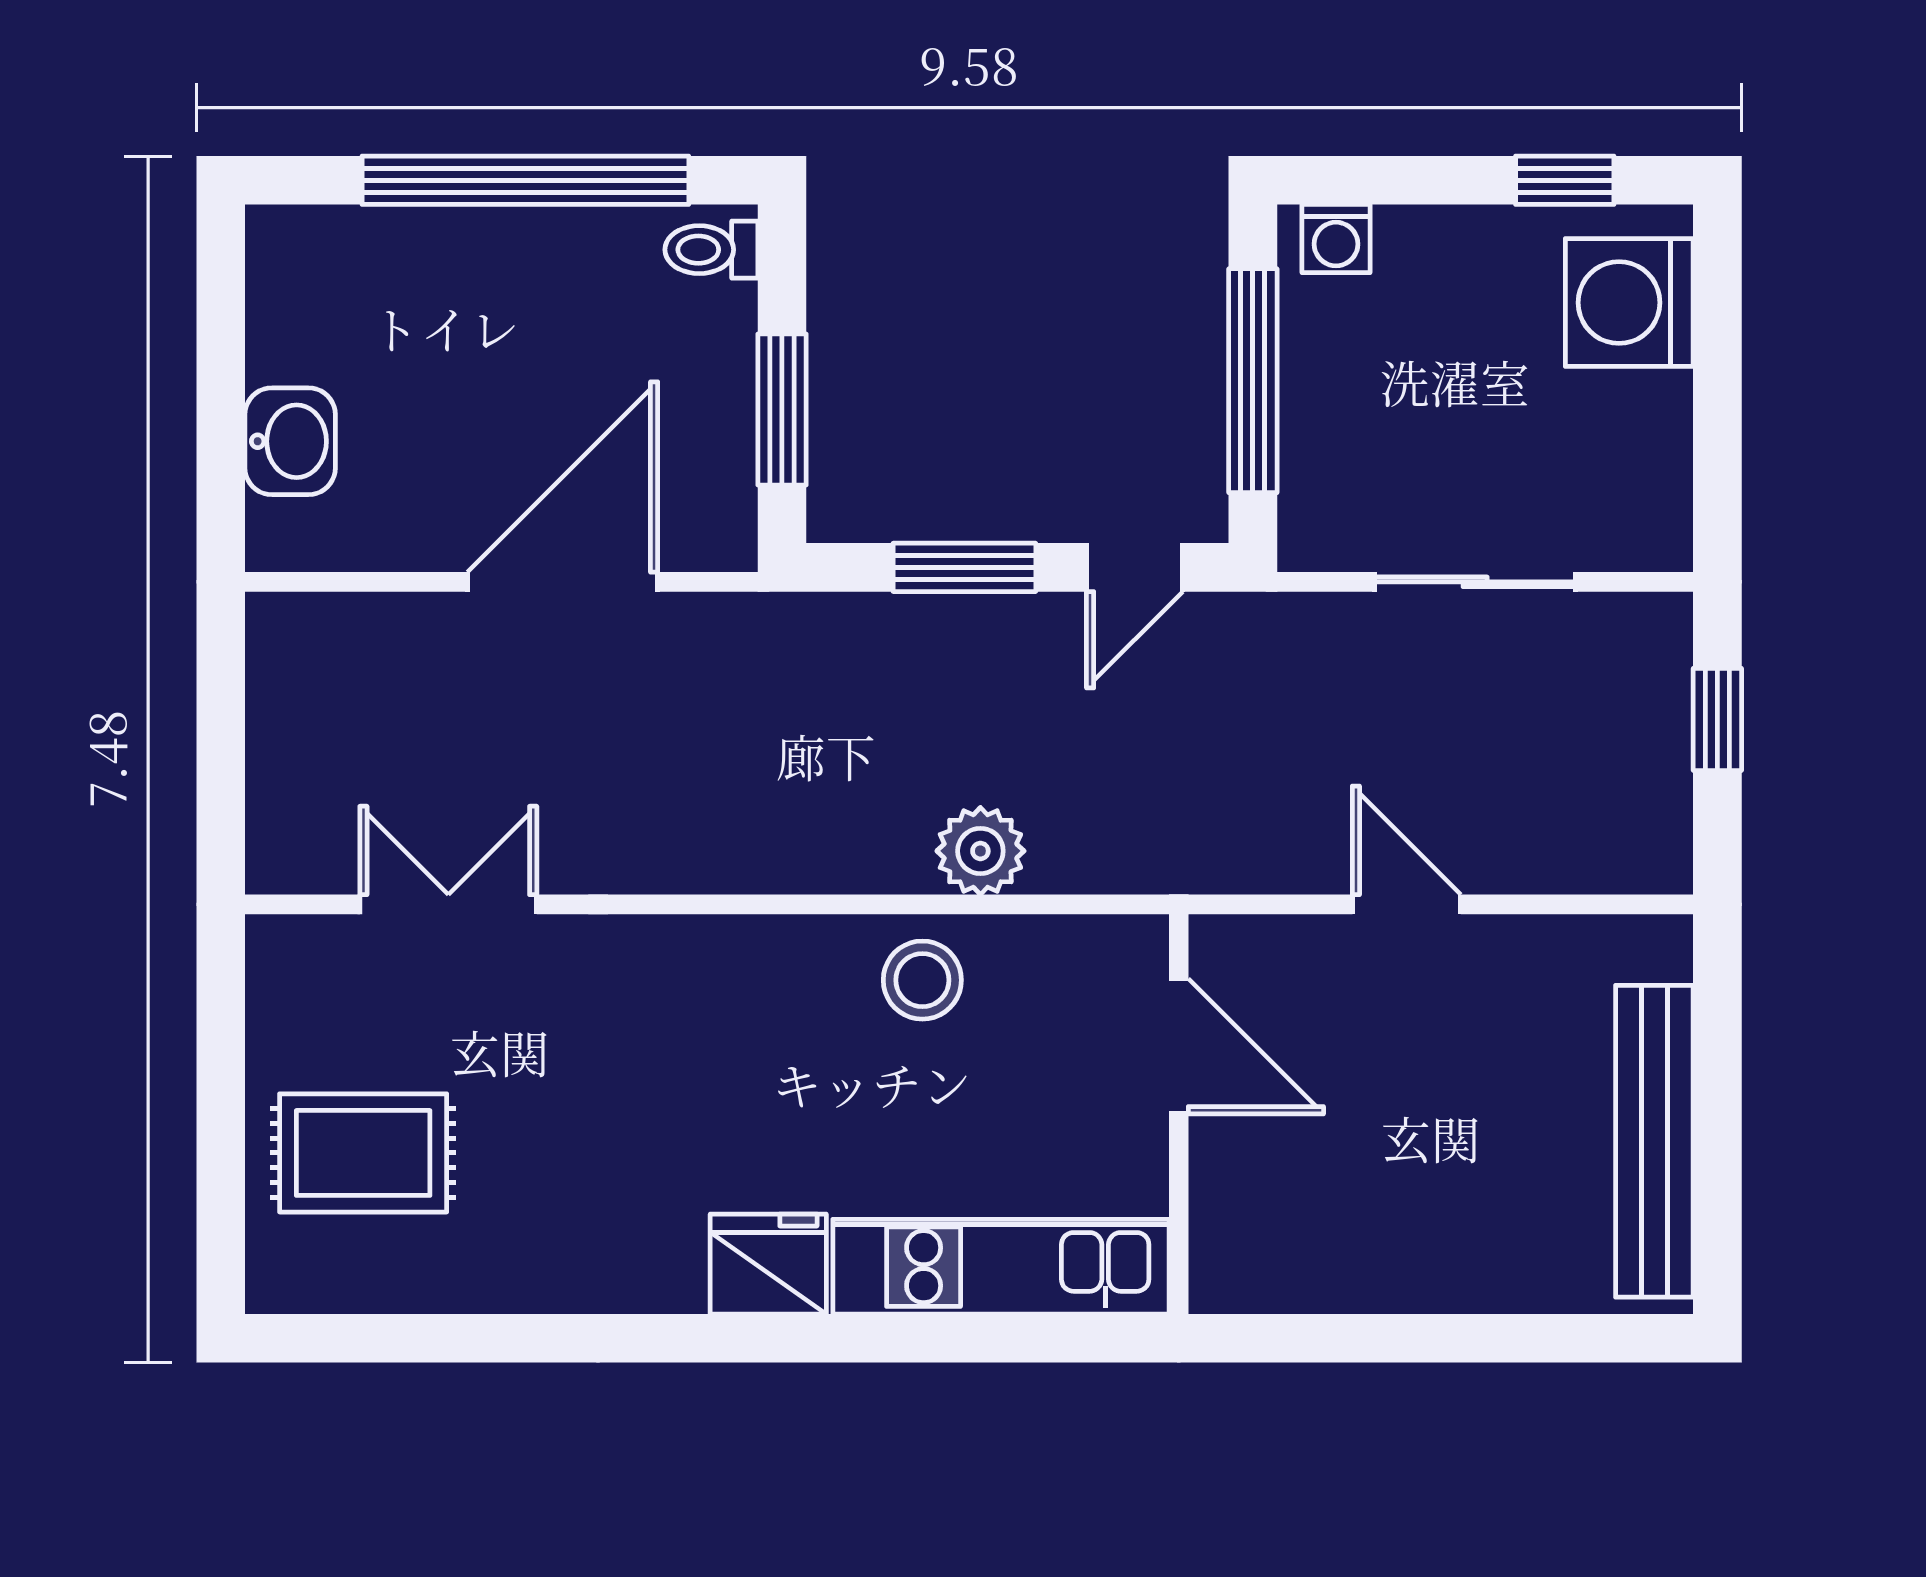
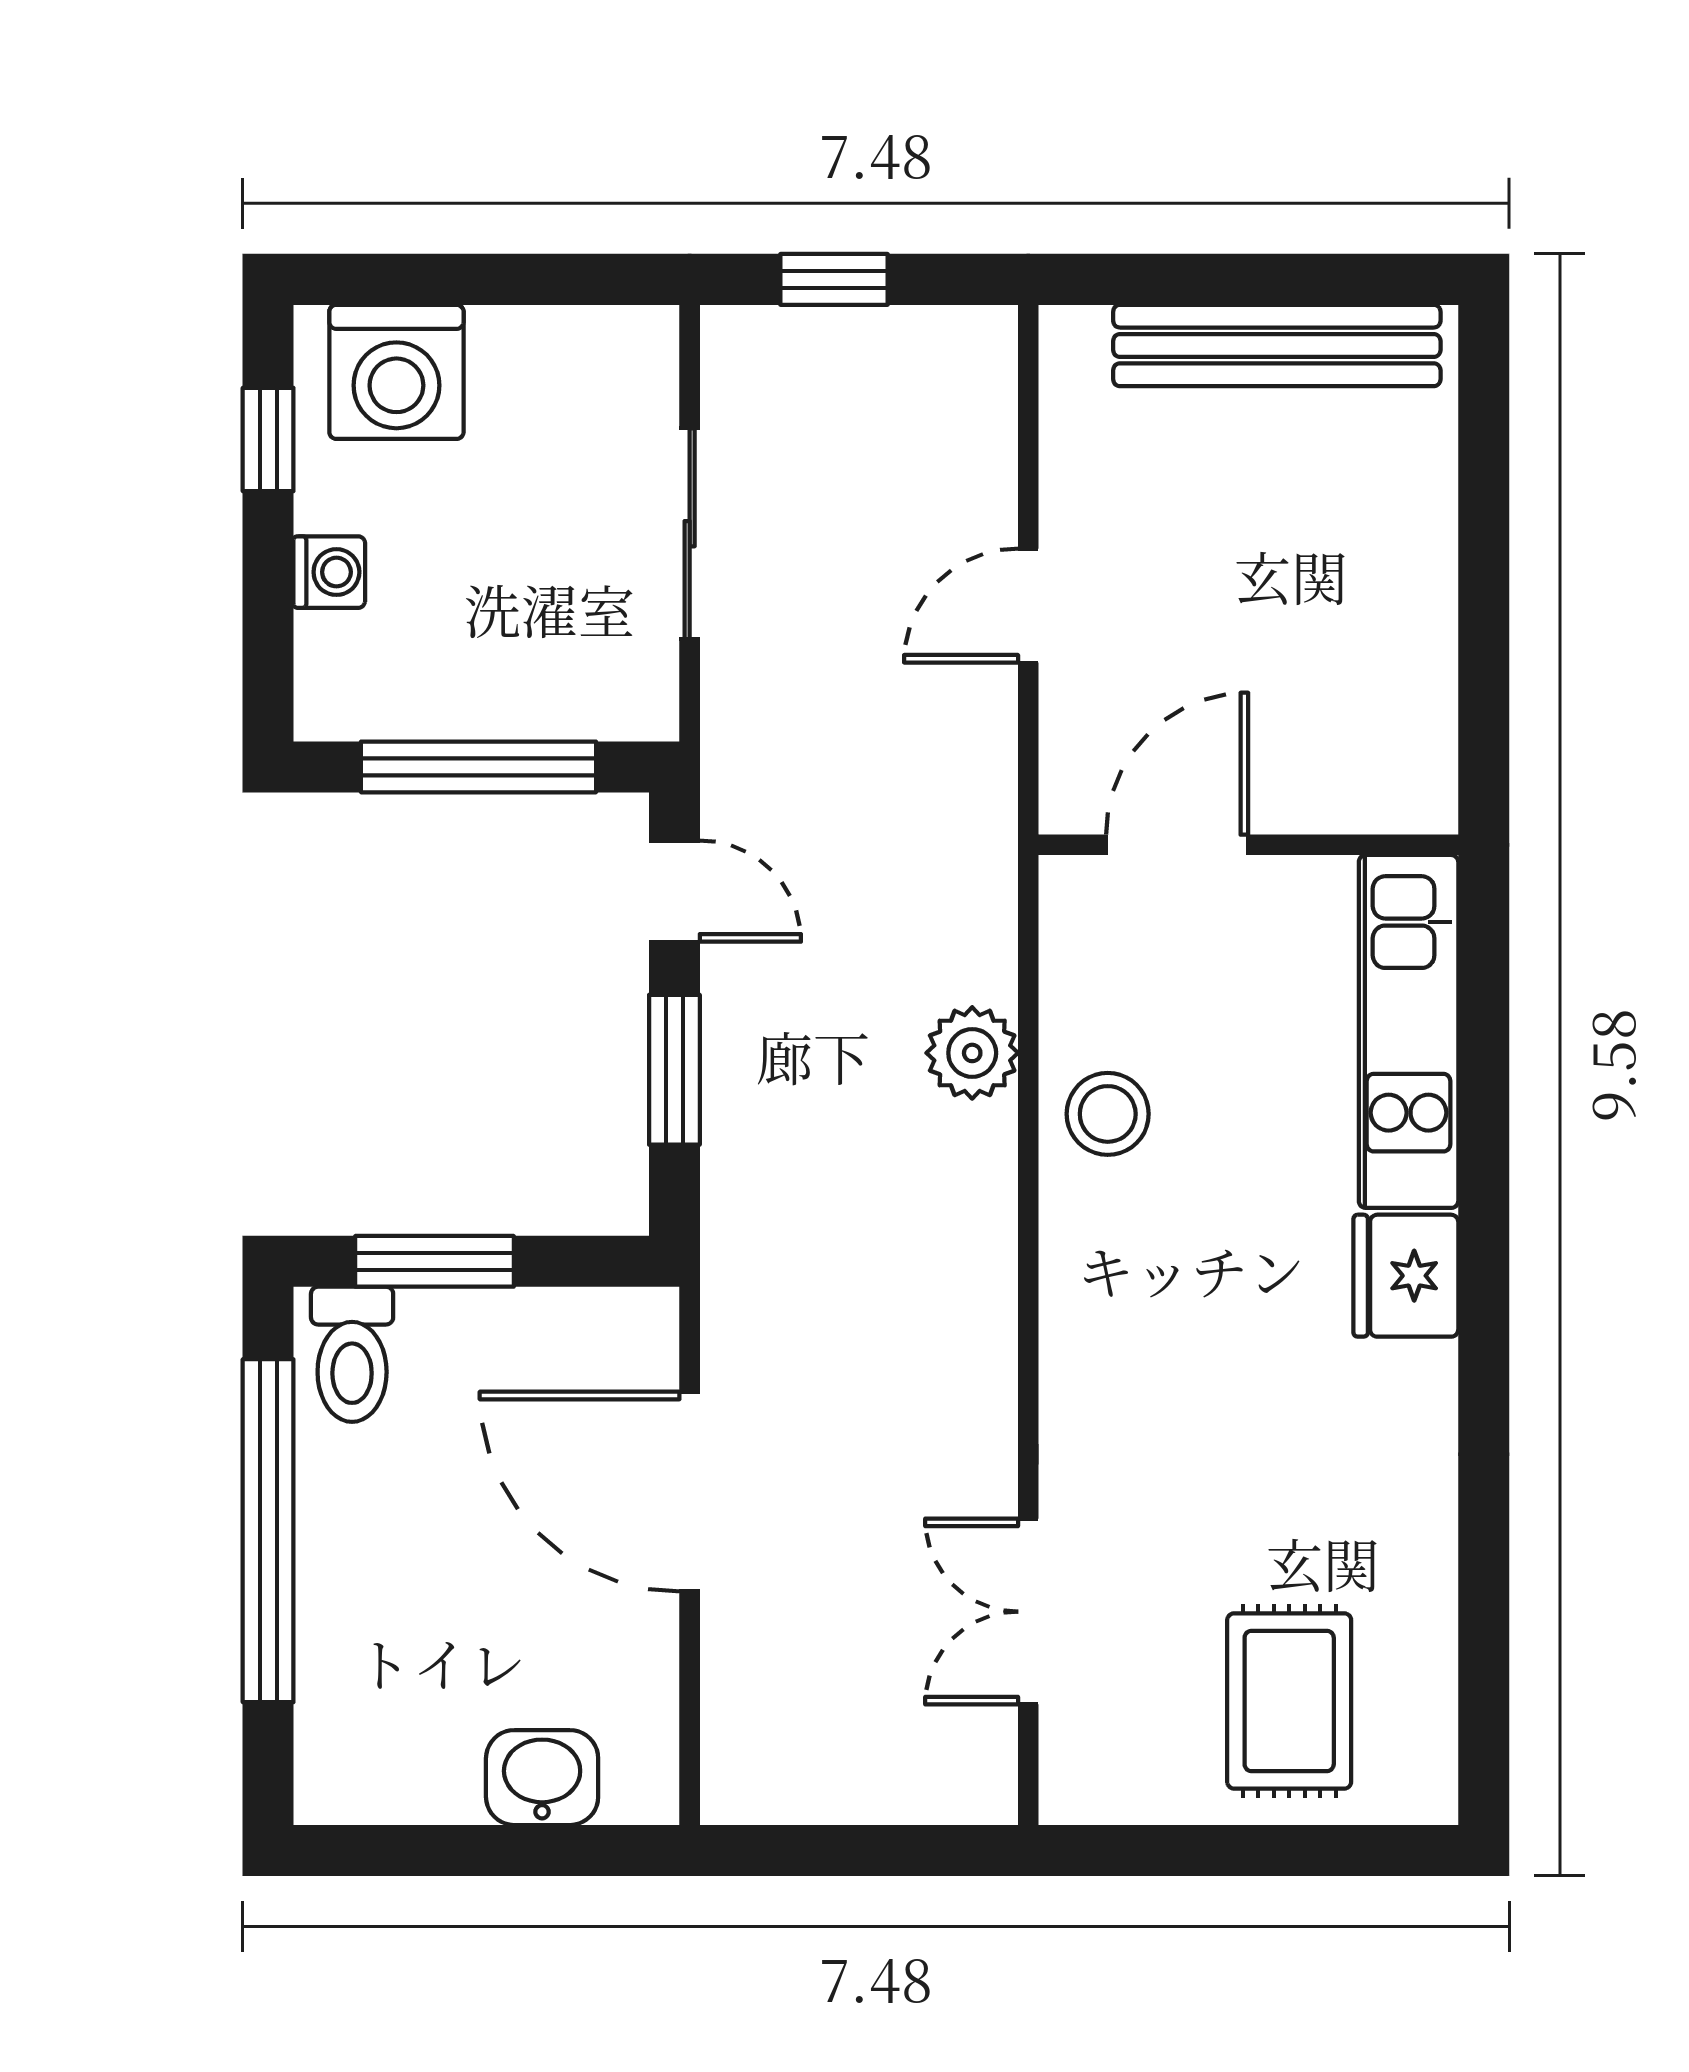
washing machine: (1336, 239) -> (329, 572), moved
toilet: (711, 250) -> (352, 1354), width x1.37, depth x1.39
window: (782, 410) -> (434, 1261), moved

